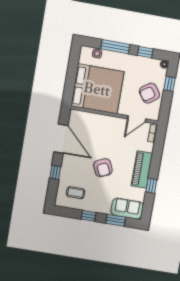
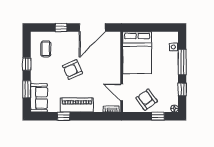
bed: (97, 89) -> (137, 53), width x0.73

